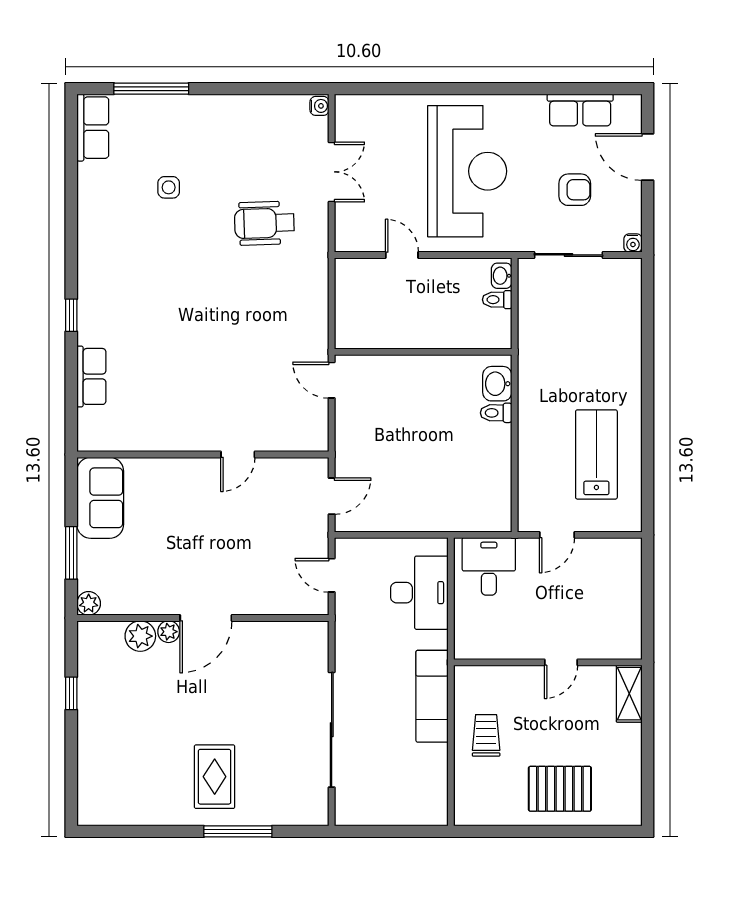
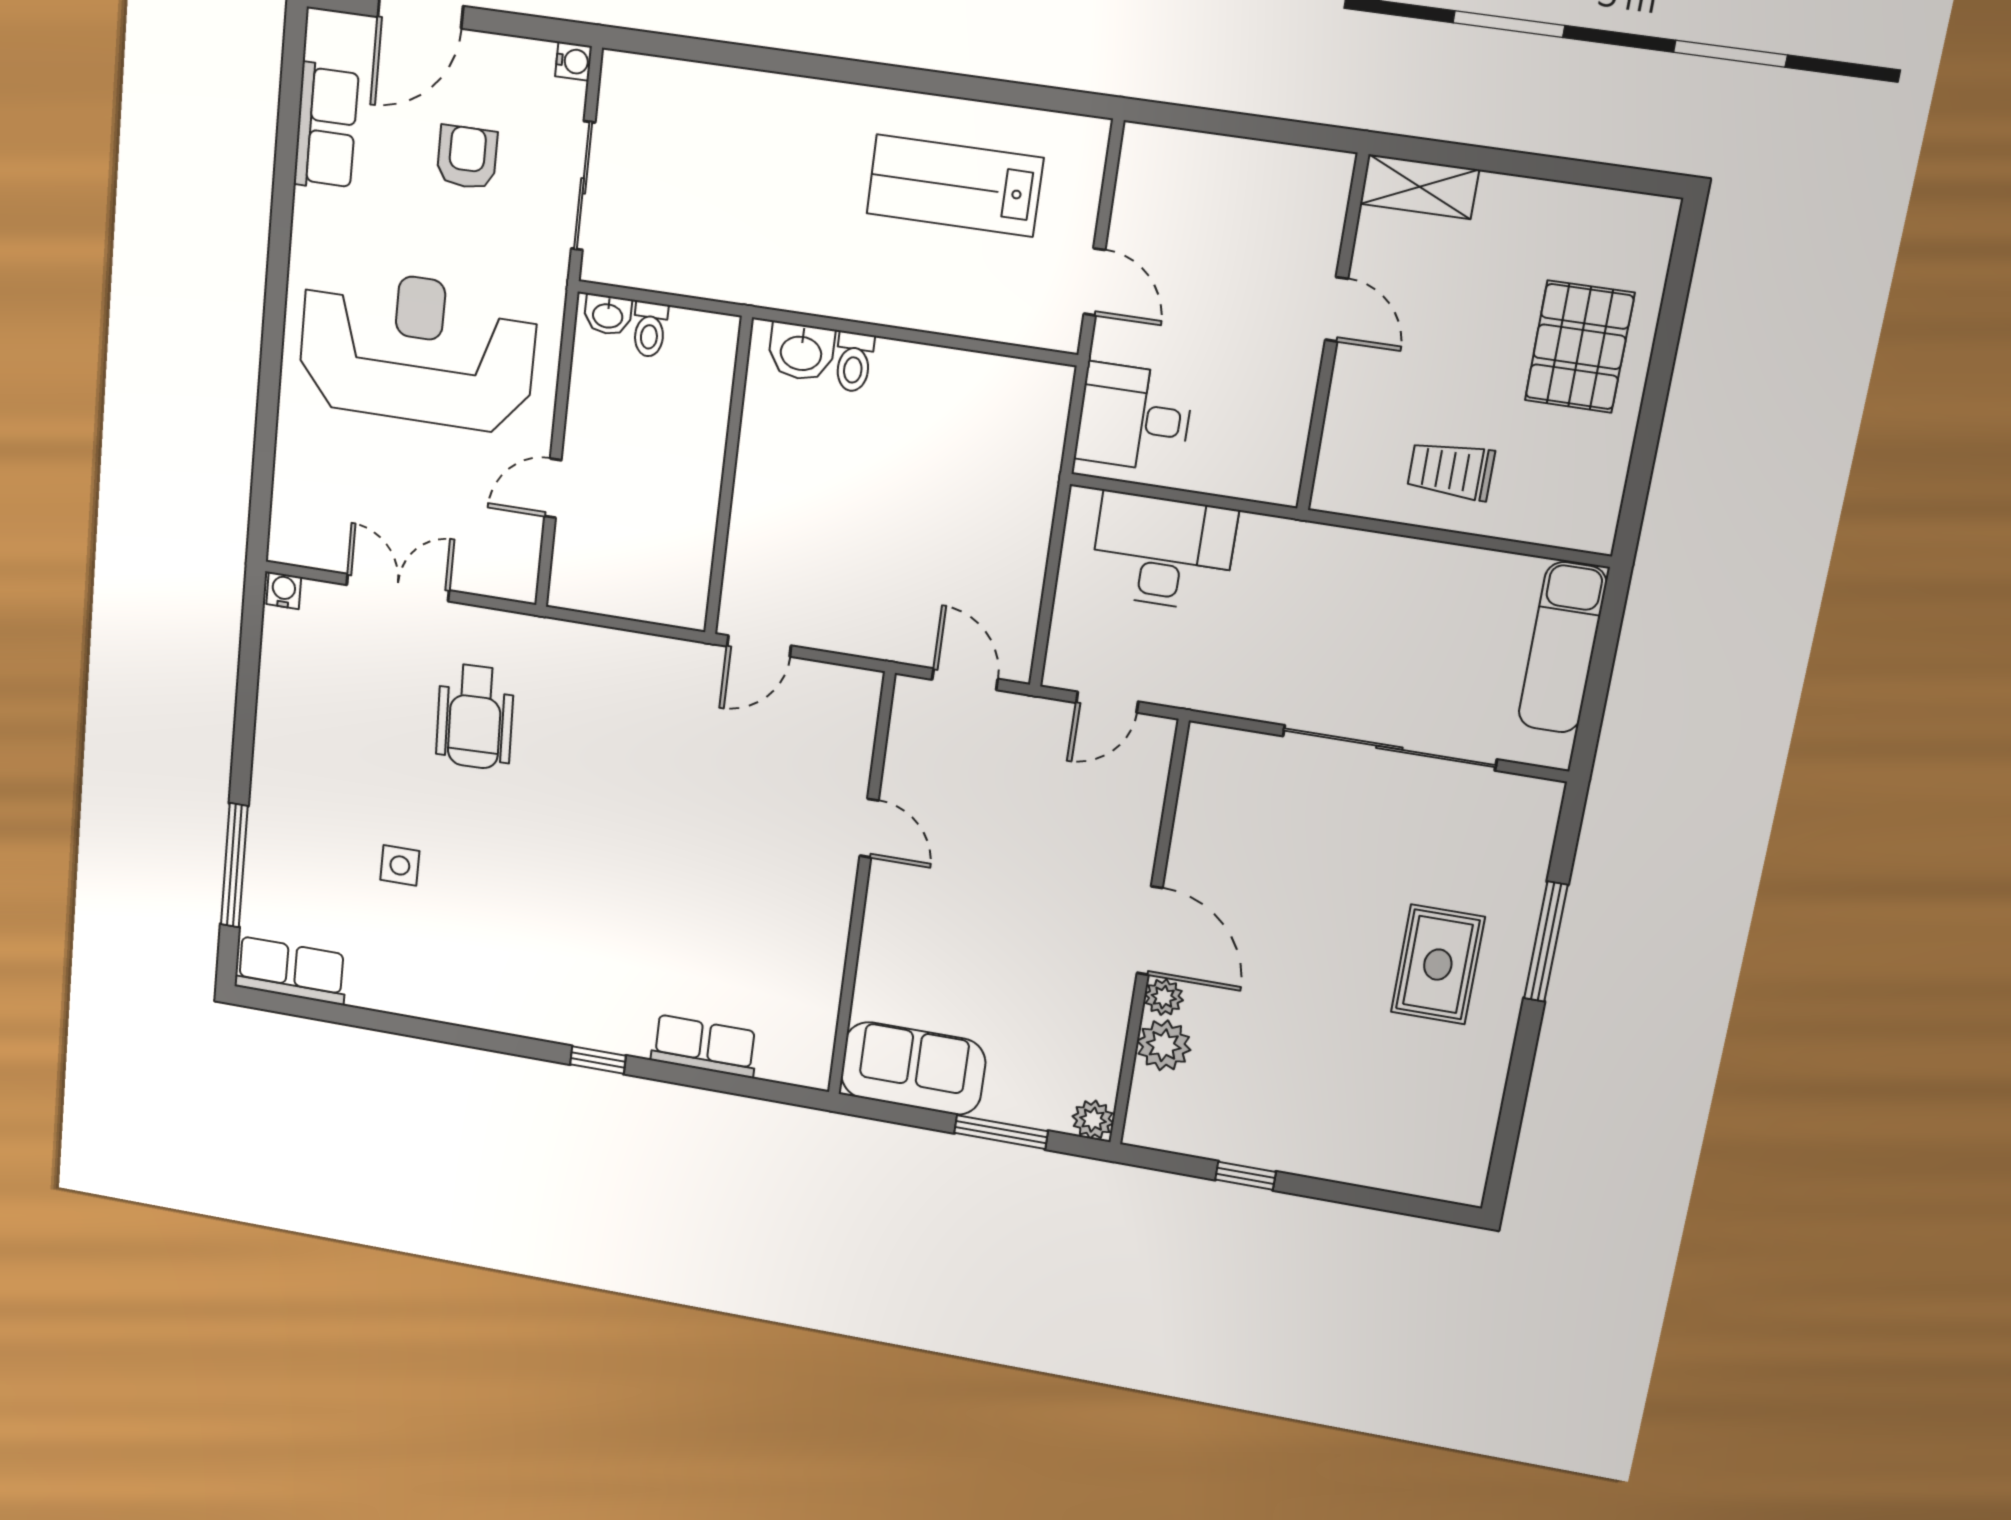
exam couch: (432, 696) -> (1563, 648), moved, turned 90
rug: (215, 777) -> (1438, 965), turned 90

